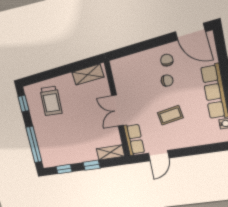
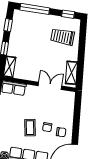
double door: (117, 111) -> (50, 86), moved
coffee table: (170, 115) -> (30, 128), moved

